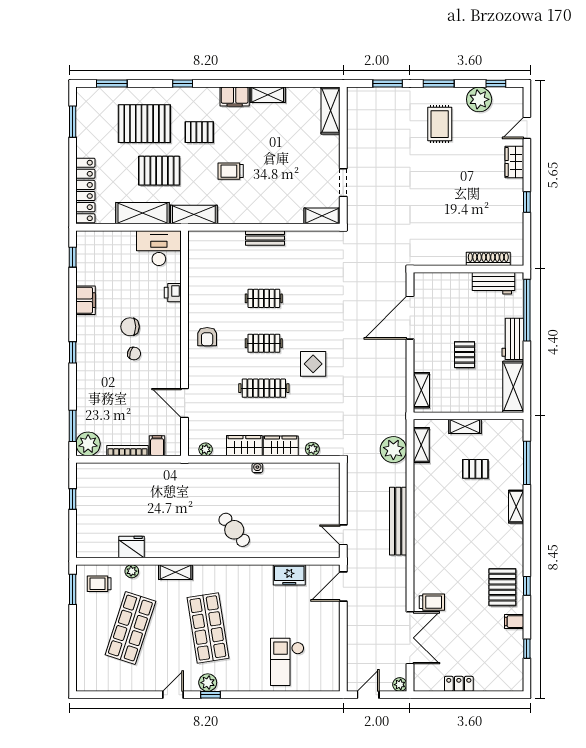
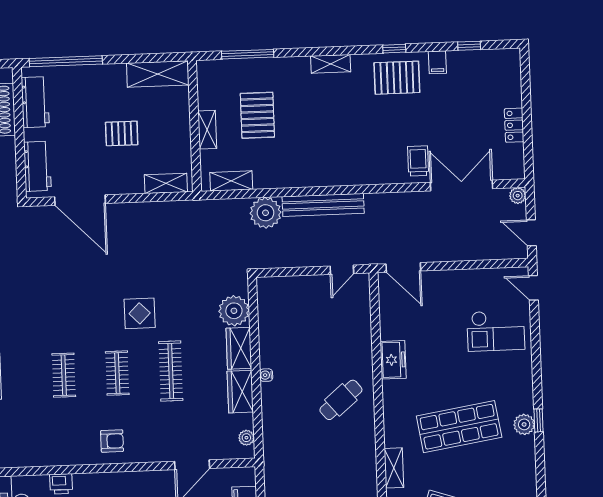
workbench: (513, 339) -> (37, 166), moved, turned -90
plant: (312, 449) -> (234, 311), width x1.88, depth x1.88
plant: (393, 450) -> (266, 213), moved
pallet: (475, 469) -> (257, 115), width x1.50, depth x1.42
shelving: (516, 507) -> (331, 64), moved
freezer: (289, 575) -> (393, 360), moved
door: (173, 695) -> (533, 288), moved

